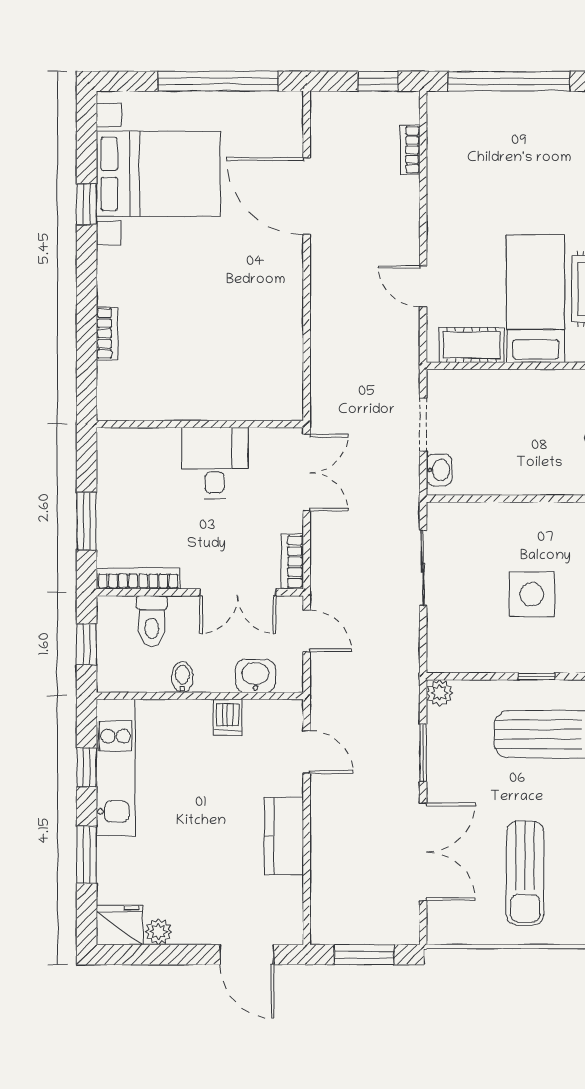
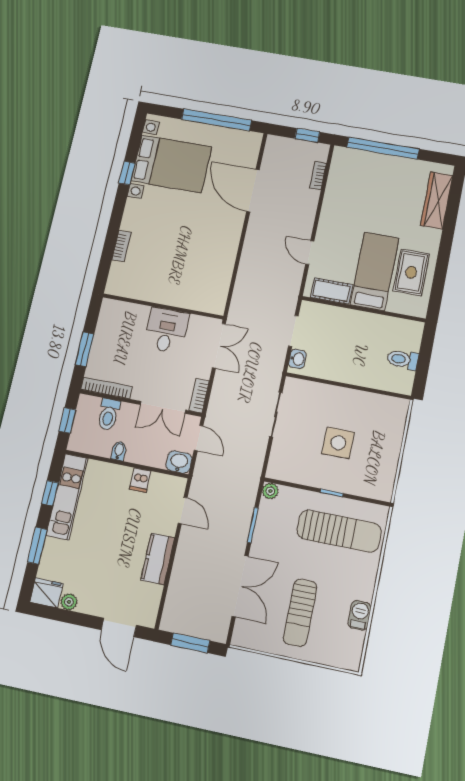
washbasin: (255, 676) -> (179, 462), moved

